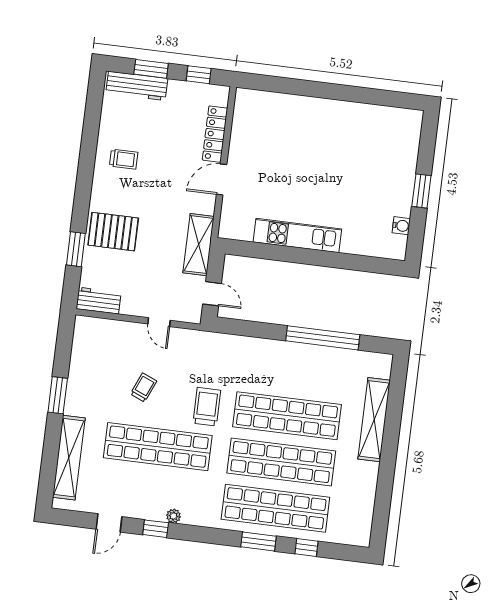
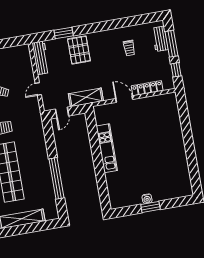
window: (151, 69) -> (171, 44), width x1.44
workbench: (137, 86) -> (160, 39), width x0.73
trolley: (124, 159) -> (129, 48), moved
water cooler: (401, 226) -> (147, 199), moved
workbench: (99, 301) -> (41, 58), width x1.37

